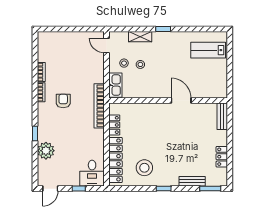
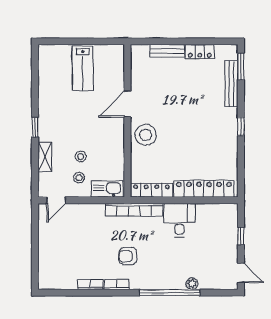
lab bench: (208, 50) -> (83, 68), moved
bench: (222, 116) -> (167, 51), moved
locker: (114, 125) -> (151, 190), width x1.53
window: (35, 134) -> (170, 293), width x3.17
plant: (46, 151) -> (192, 284), width x0.53, depth x0.53
stool: (144, 168) -> (146, 135), moved
desk: (92, 173) -> (180, 220), moved, turned -90
bench: (192, 181) -> (231, 84), width x1.36

